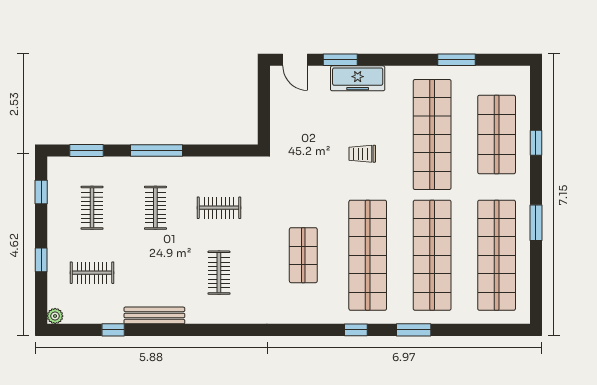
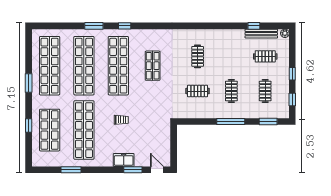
freezer: (358, 78) -> (124, 160), width x0.71
window: (41, 260) -> (292, 74), moved
bench: (154, 315) -> (261, 34), moved

